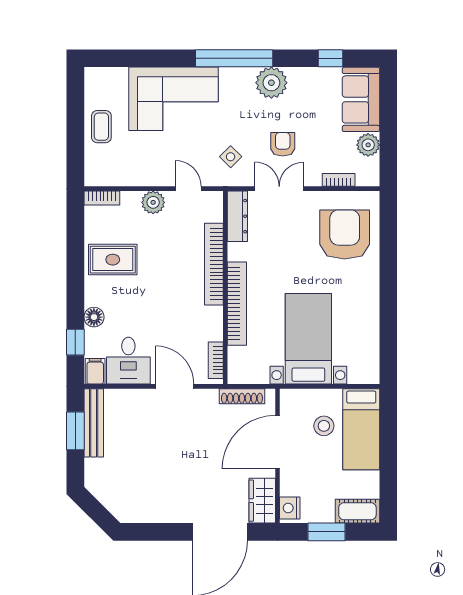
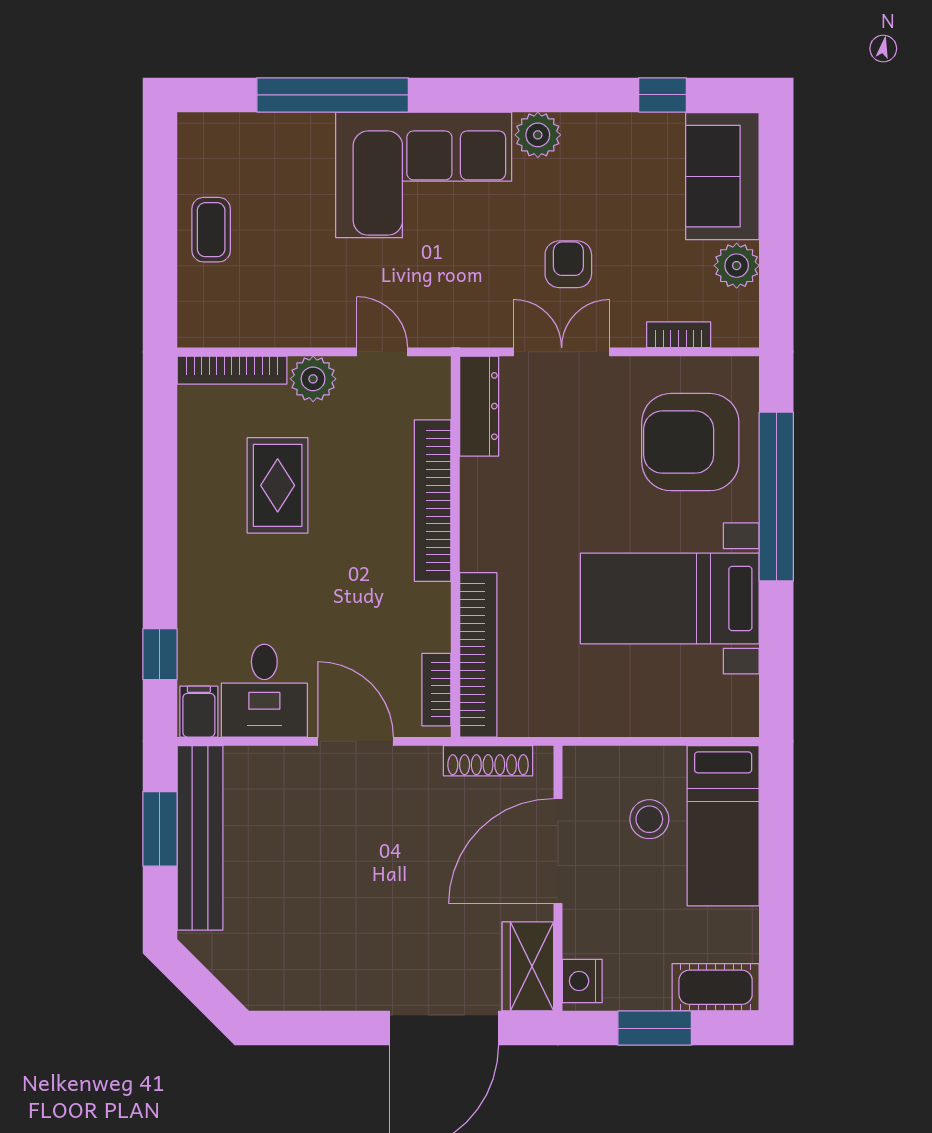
window: (234, 58) -> (333, 95), moved
plant: (271, 83) -> (538, 135), width x0.73, depth x0.73
corner sofa: (173, 99) -> (424, 175), moved
side table: (231, 157) -> (466, 289), removed
bookcase: (102, 198) -> (232, 370), width x1.56
armchair: (345, 234) -> (690, 442), turned -90
rug: (113, 260) -> (278, 485), moved, turned 90
window: (388, 262) -> (776, 497), added
bookcase: (237, 304) -> (478, 655), moved
floor lamp: (94, 317) -> (197, 605), removed
bed with nightstands: (308, 339) -> (670, 598), moved, turned -90
bench: (94, 423) -> (200, 838), width x1.37, depth x1.21

